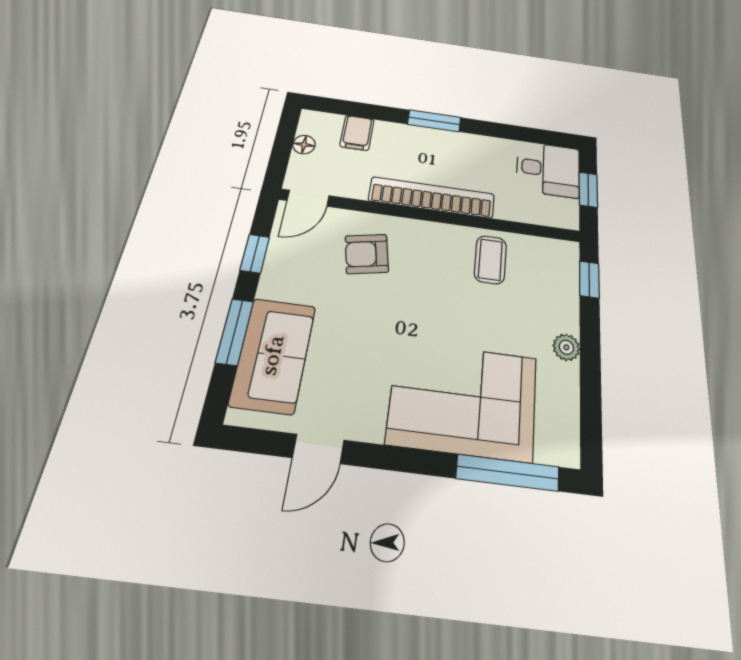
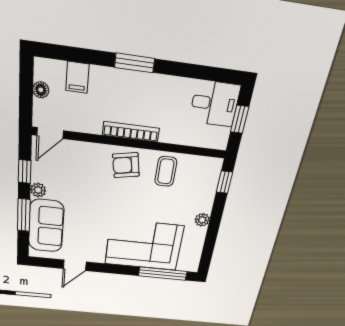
bookcase: (432, 197) -> (131, 132), width x0.68, depth x0.76
armchair: (367, 254) -> (126, 165), moved
plant: (272, 285) -> (38, 190), added

